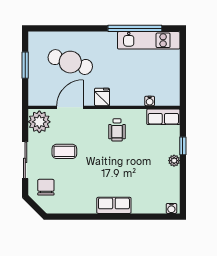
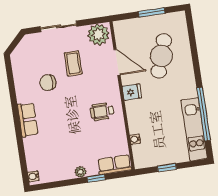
window: (183, 73) -> (167, 168), added
row of seats: (163, 117) -> (114, 165), moved, turned 90
chair: (46, 187) -> (48, 83), moved, turned 180

